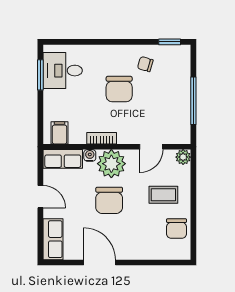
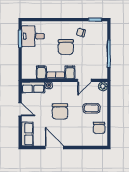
filing cabinet: (59, 133) -> (41, 72), moved
filing cabinet: (126, 133) -> (70, 72), added
plant: (111, 164) -> (61, 90), removed

